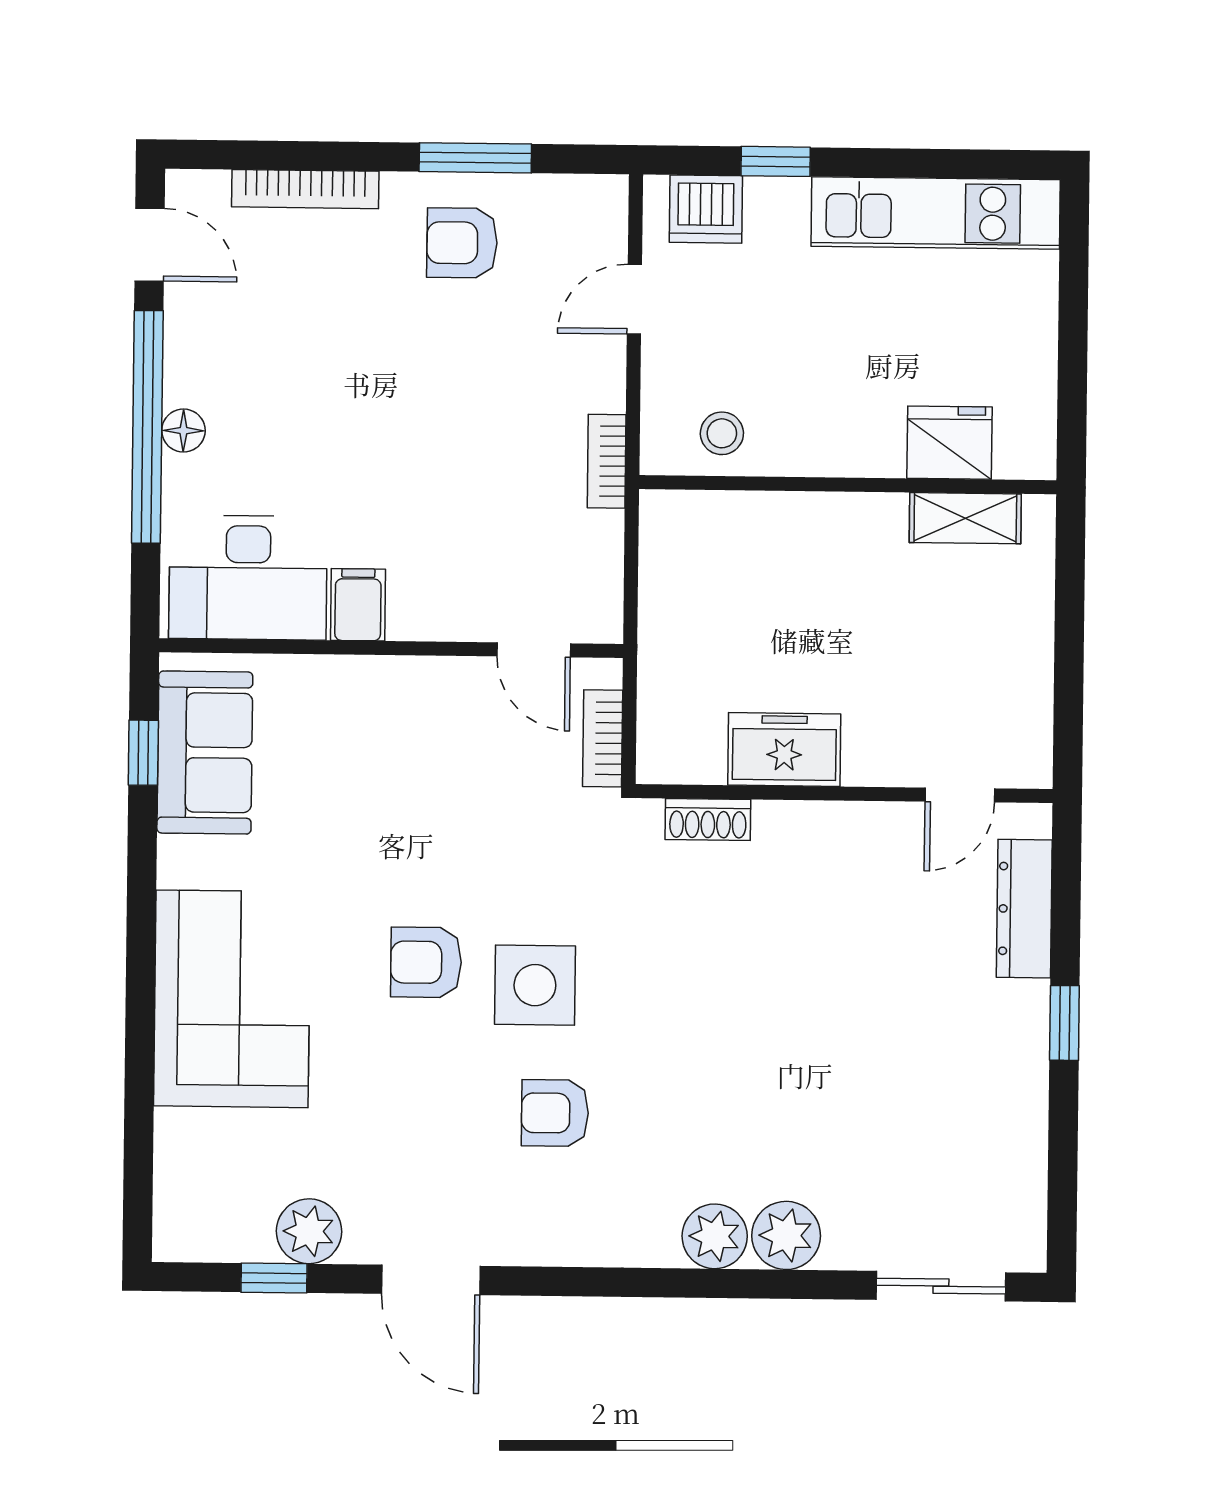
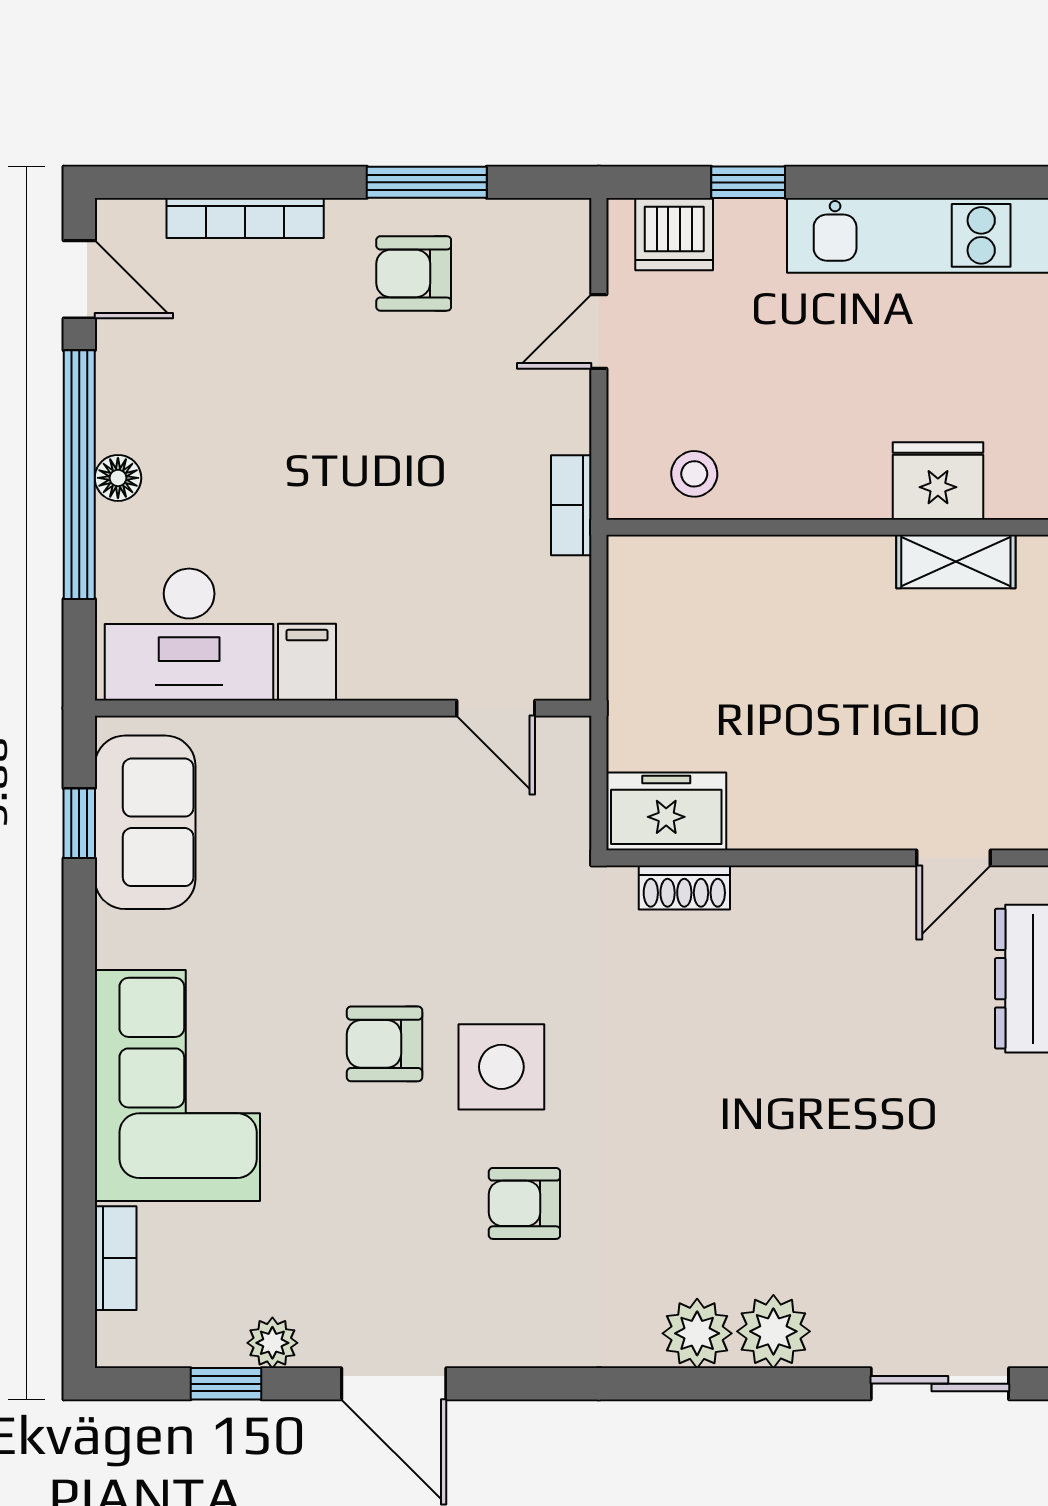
bookcase: (603, 738) -> (116, 1258), moved, turned 180
freezer: (784, 749) -> (666, 811), moved
plant: (309, 1231) -> (272, 1343), width x0.73, depth x0.73

